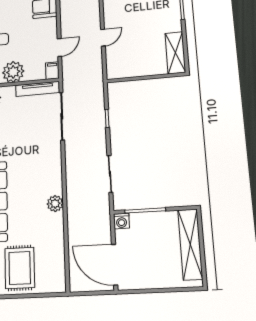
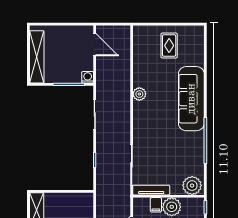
filing cabinet: (52, 71) -> (156, 205), moved
door: (115, 265) -> (95, 45), width x0.73
rug: (20, 268) -> (169, 46), width x0.73, depth x0.70

